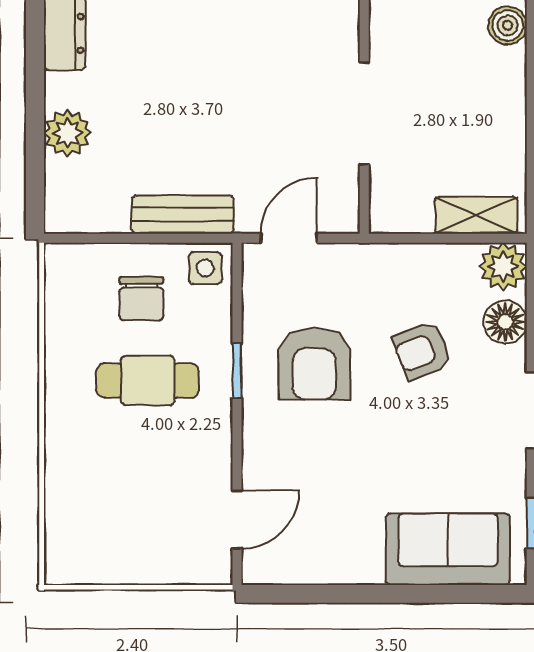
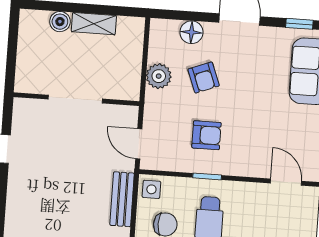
boiler: (508, 25) -> (60, 22), moved
shelving: (476, 215) -> (94, 24), moved, turned 90
plant: (503, 266) -> (159, 76), moved
armchair: (314, 364) -> (206, 135), width x0.72, depth x0.72

